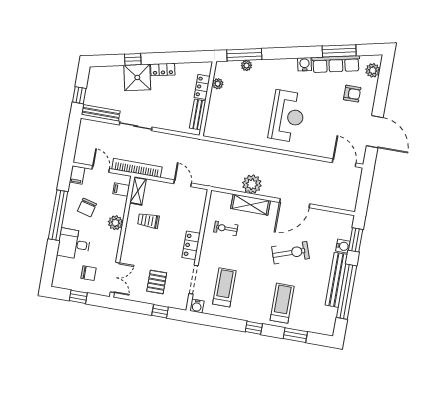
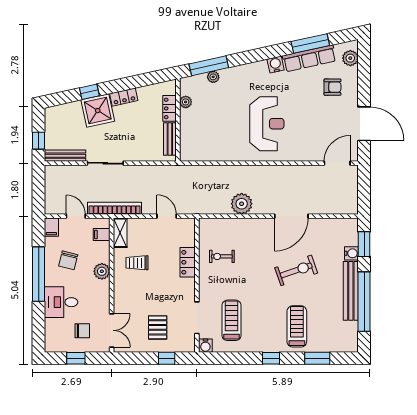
door: (344, 163) -> (337, 163), hinge flipped
shelving: (251, 205) -> (244, 226), removed
locker: (191, 245) -> (188, 262), moved

